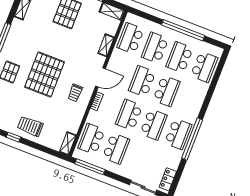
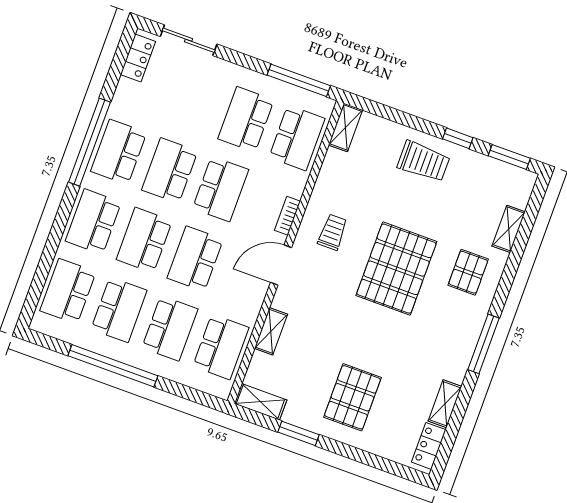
school desk: (142, 81) -> (195, 259), turned 180
school desk: (191, 100) -> (93, 222), added

